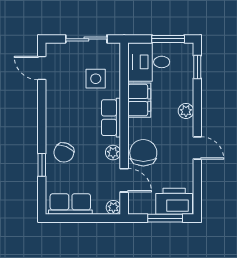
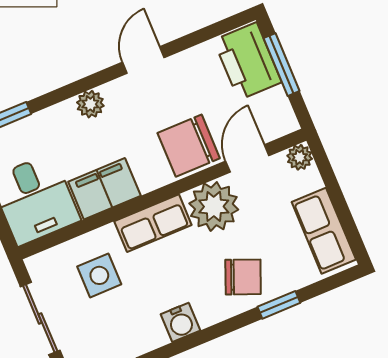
water cooler: (54, 110) -> (181, 322), added
plant: (113, 153) -> (214, 206), width x1.87, depth x1.87

